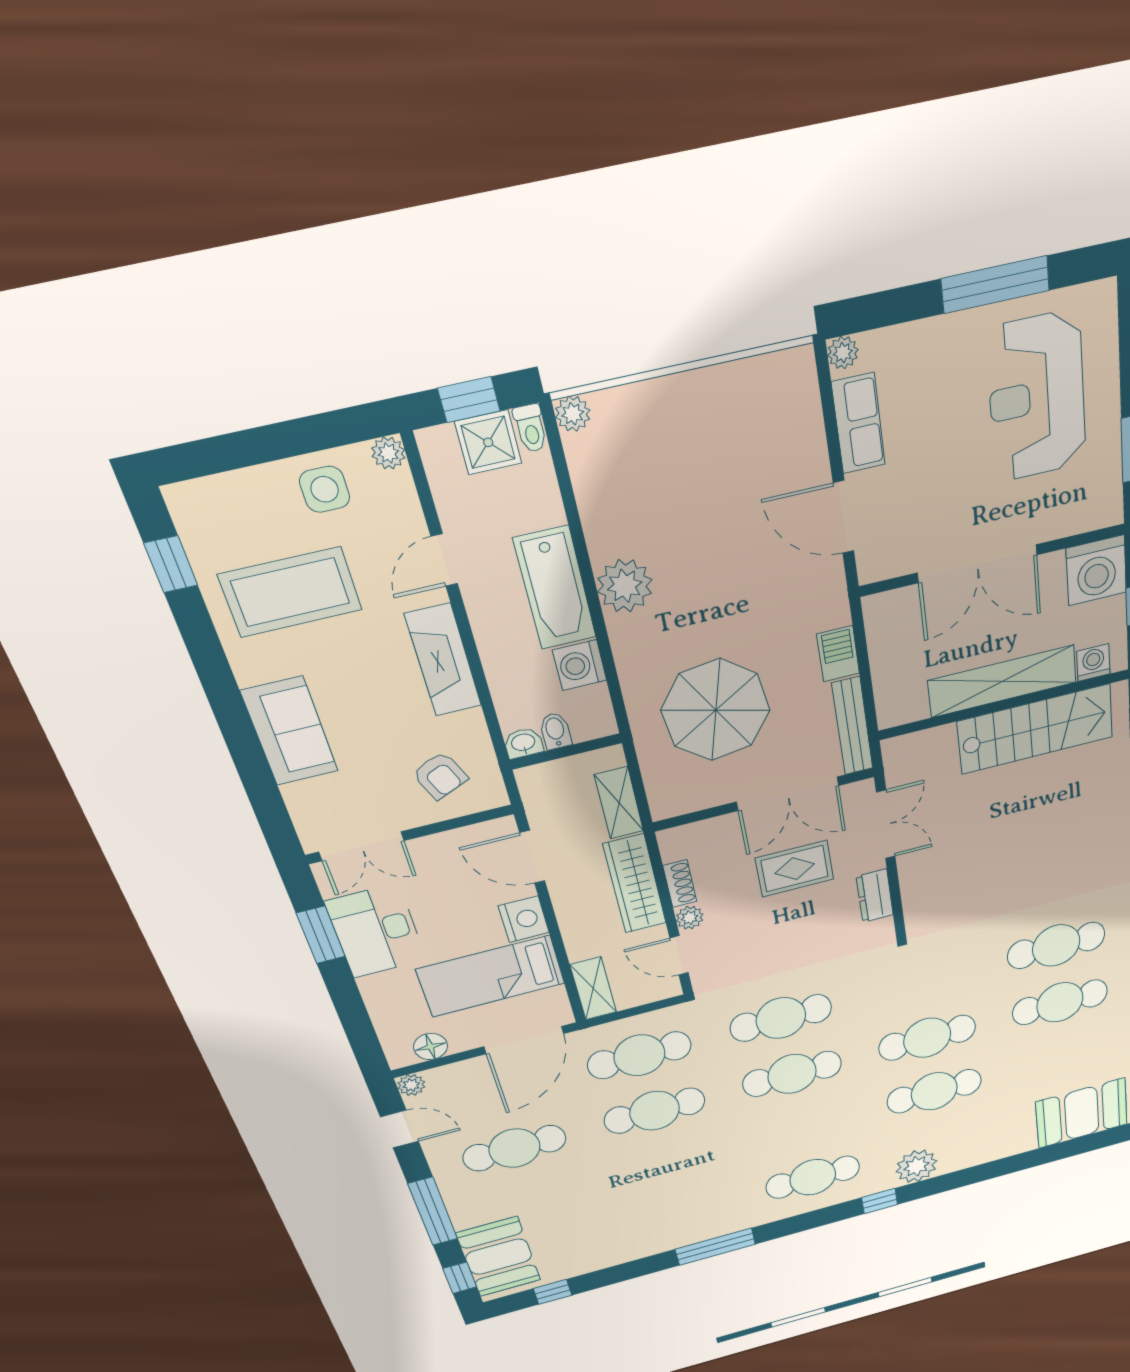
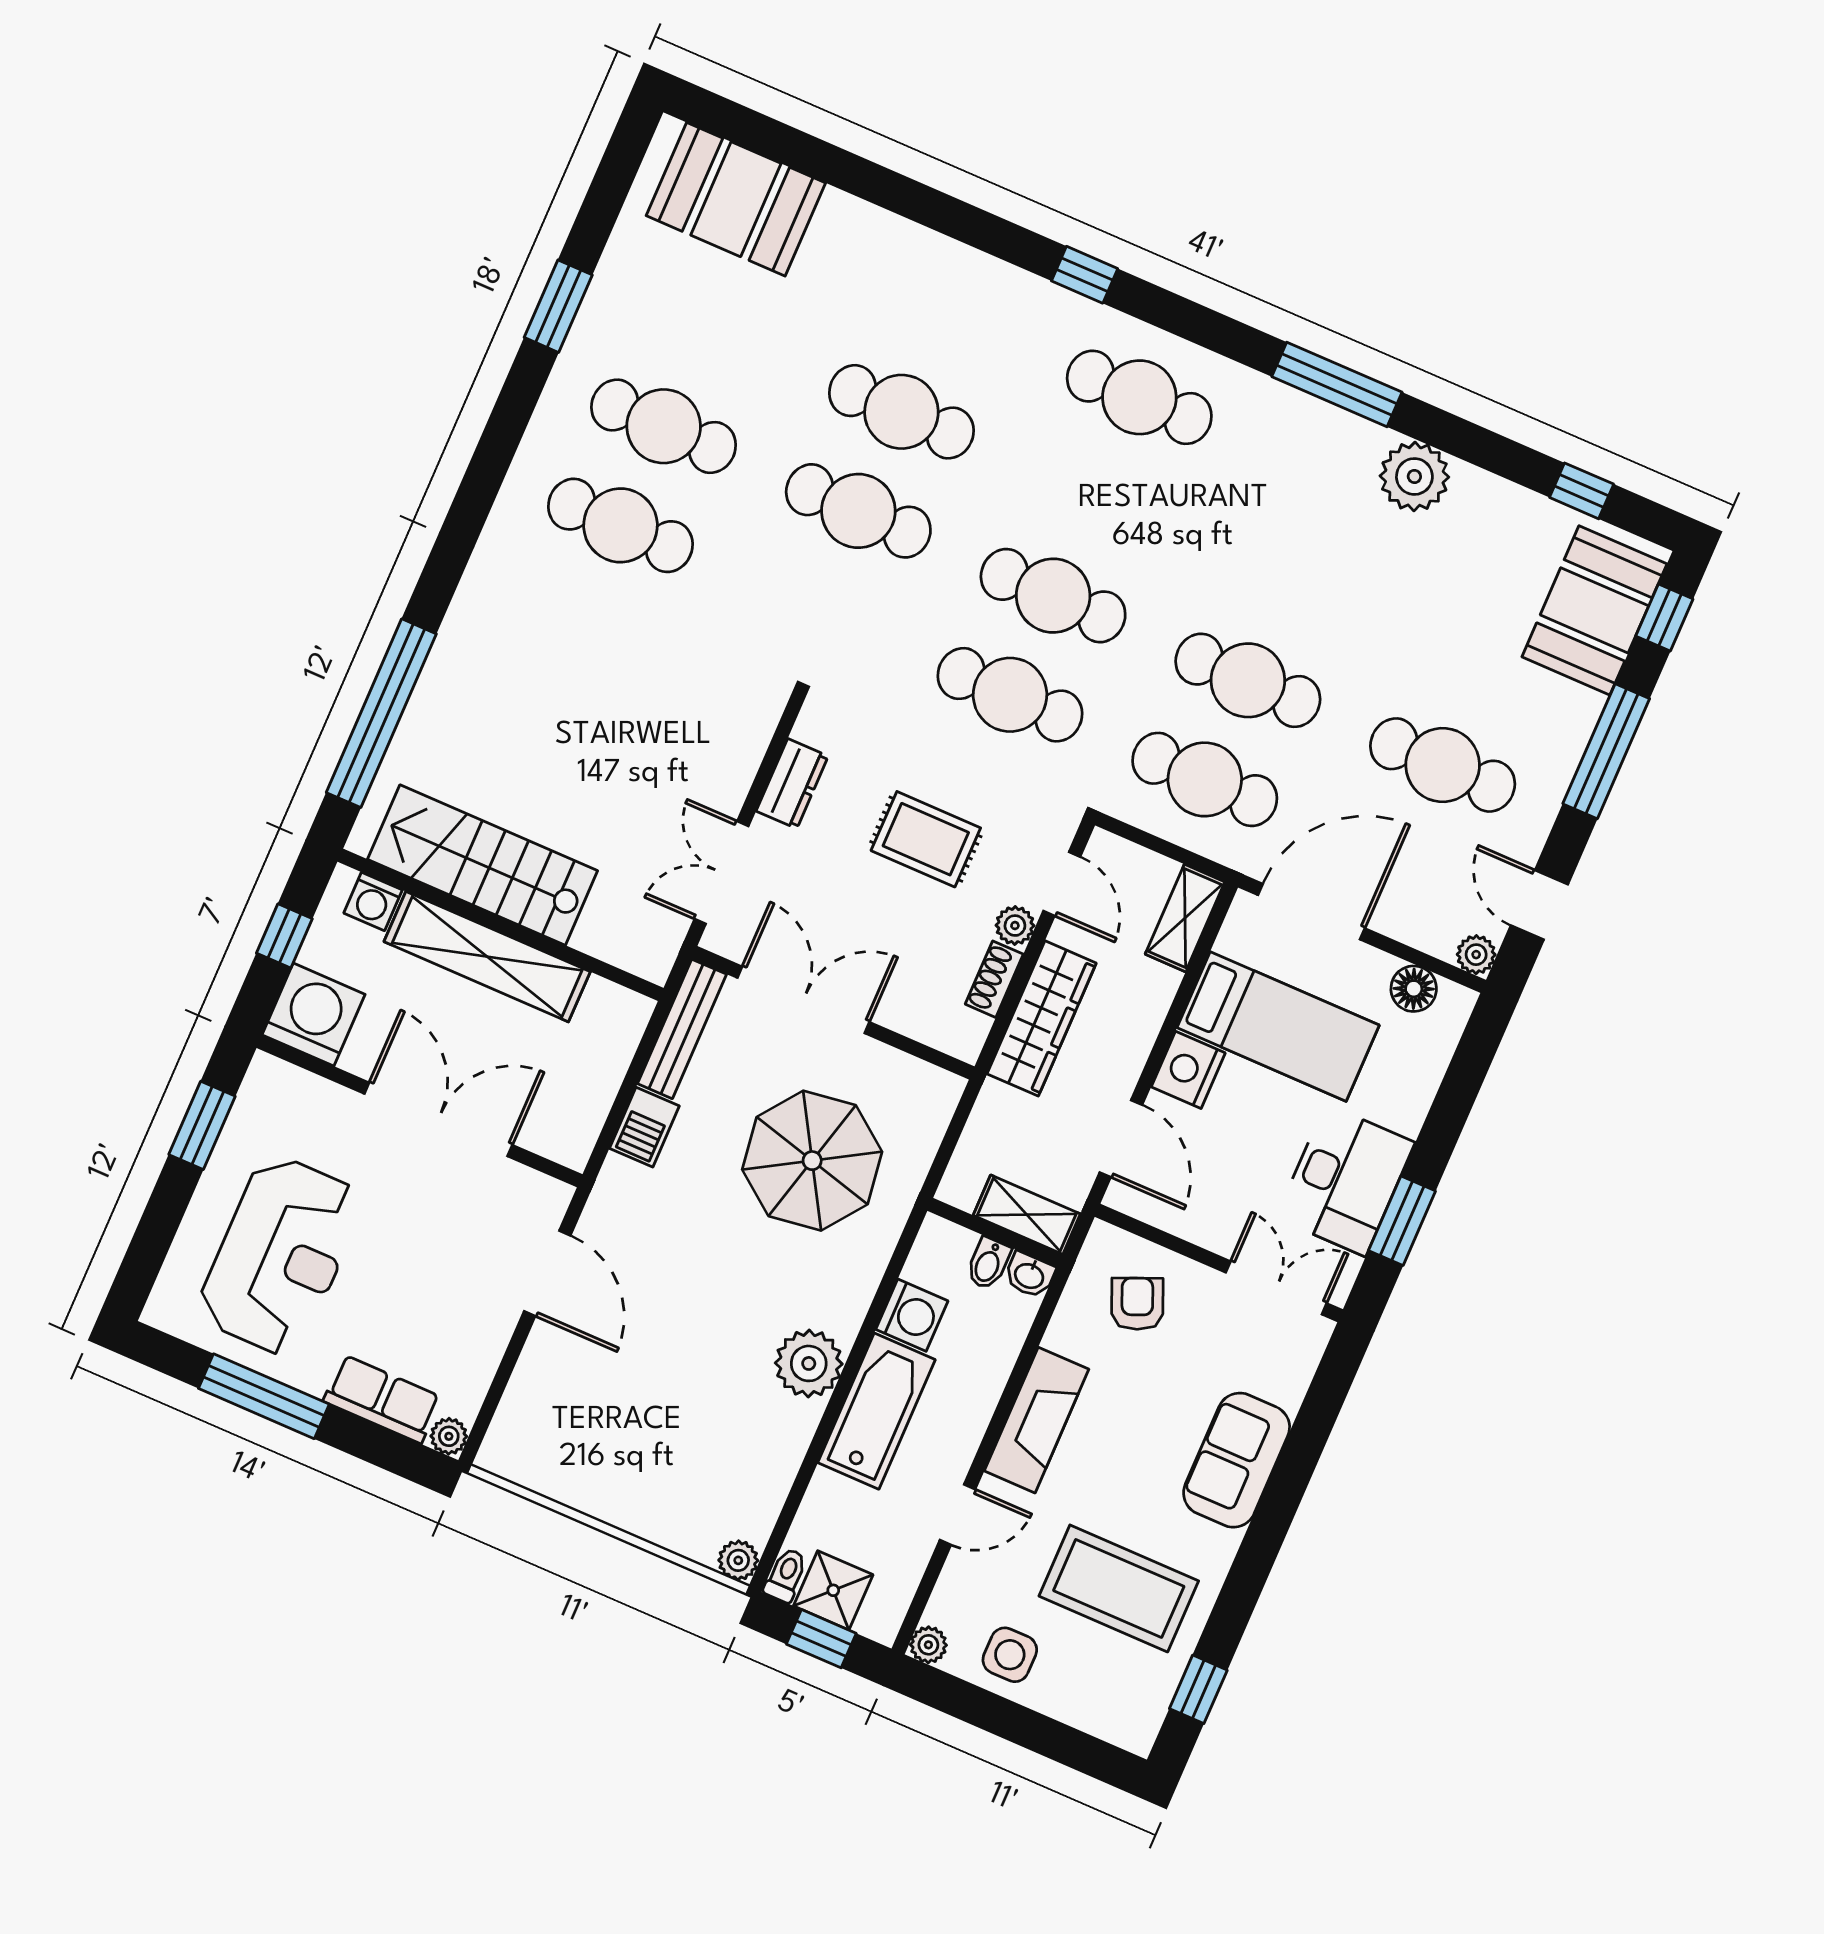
row of seats: (858, 424) -> (382, 1399), moved, turned 90
shelving: (619, 803) -> (1027, 1215), moved, turned 90
rug: (795, 869) -> (926, 839), moved
plant: (916, 1166) -> (1414, 476), moved

